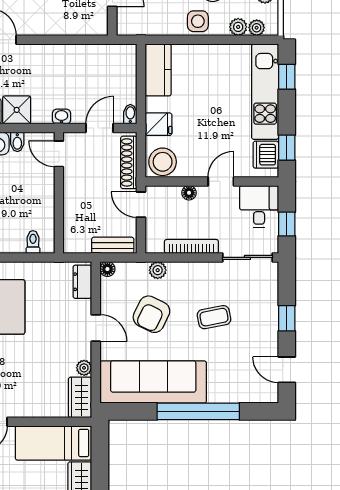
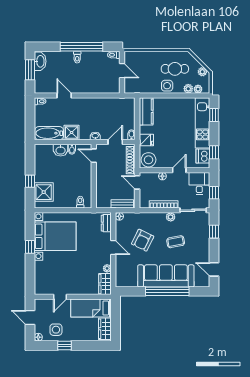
plant: (158, 270) -> (171, 217), moved
window: (287, 318) -> (214, 232), moved
sofa: (153, 382) -> (166, 276), moved

